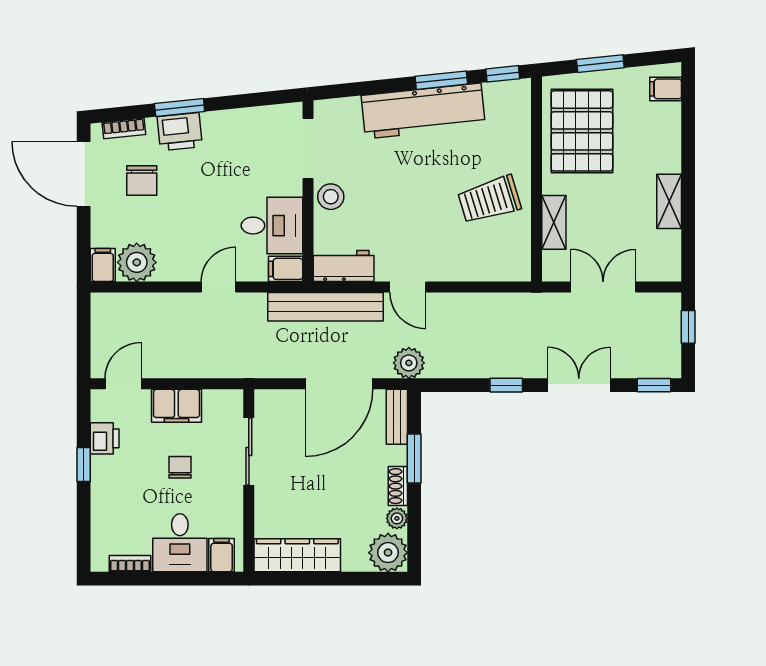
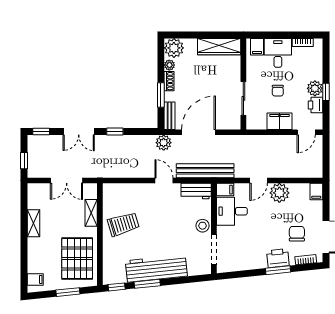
plant: (137, 262) -> (279, 193), moved
plant: (106, 472) -> (315, 88), added

